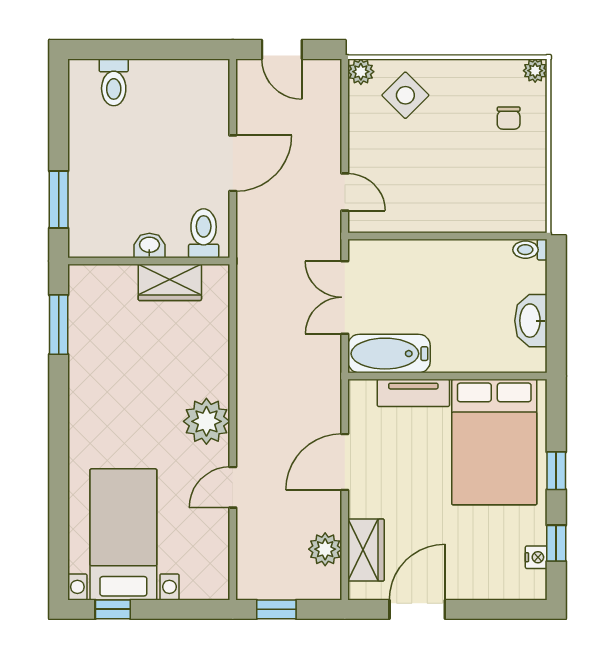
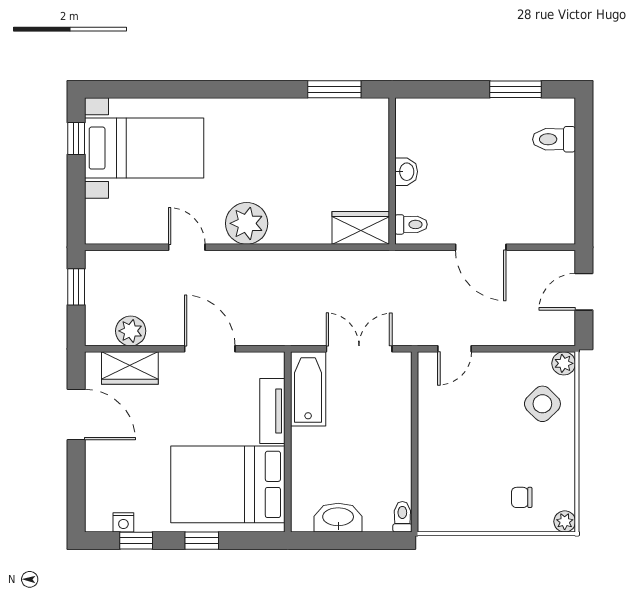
window: (59, 199) -> (516, 89), moved
toilet: (204, 233) -> (411, 224), width x0.73, depth x0.72
wardrobe: (170, 282) -> (361, 228), moved, turned 90

